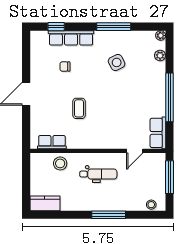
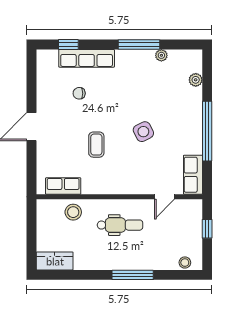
plant: (161, 36) -> (161, 55), moved
side table: (117, 62) -> (143, 132), moved
window: (169, 177) -> (207, 229), width x0.46

